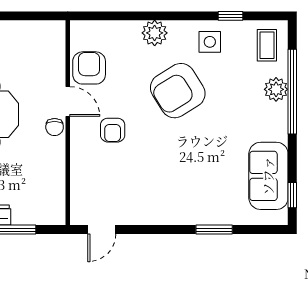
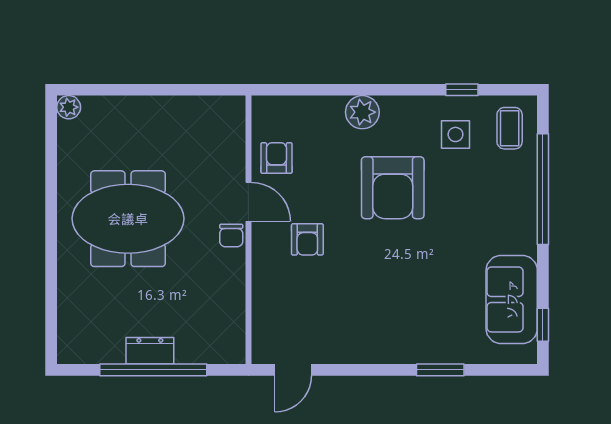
side table: (210, 42) -> (455, 134), moved
armchair: (89, 68) -> (276, 158), width x0.72, depth x0.72
plant: (276, 89) -> (522, 186), removed
armchair: (178, 91) -> (393, 188), turned -58

